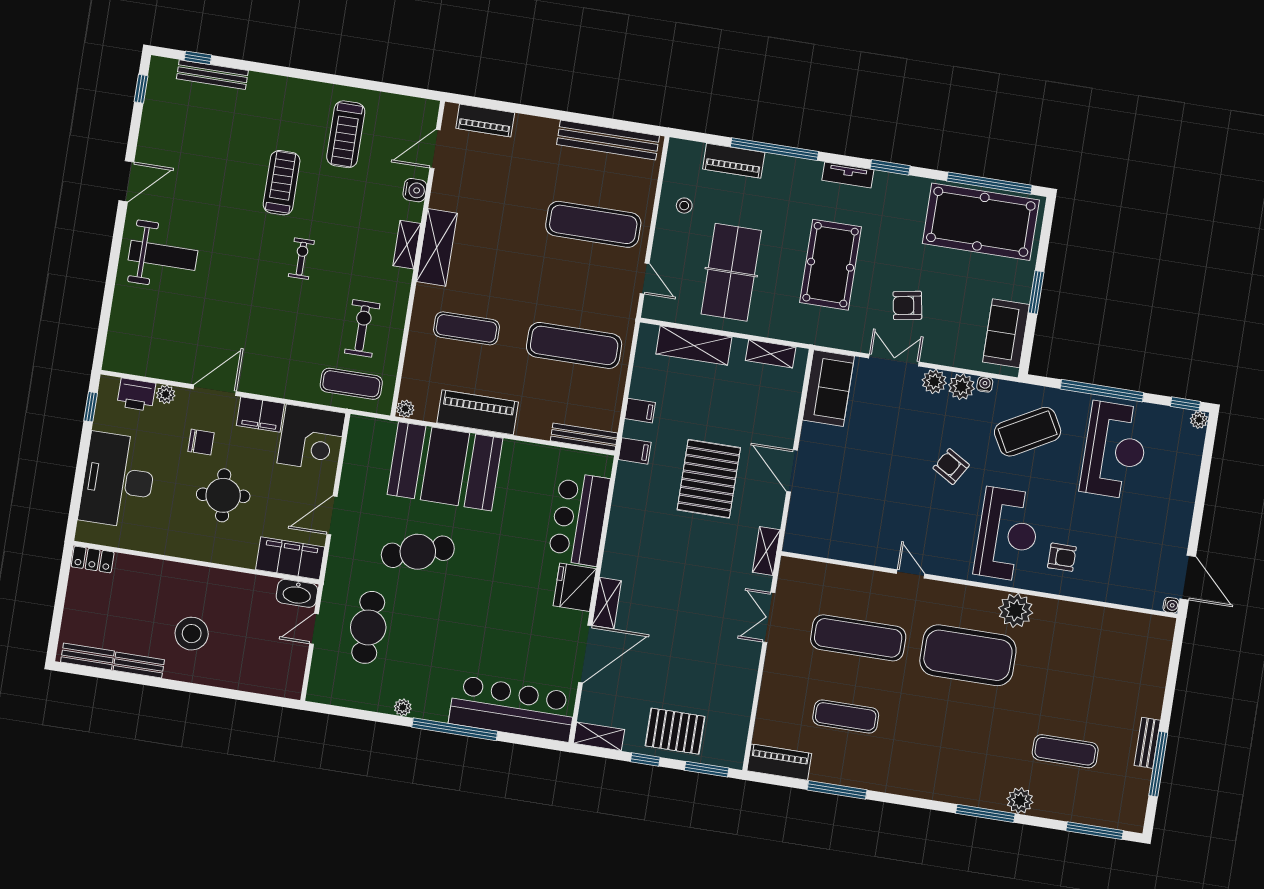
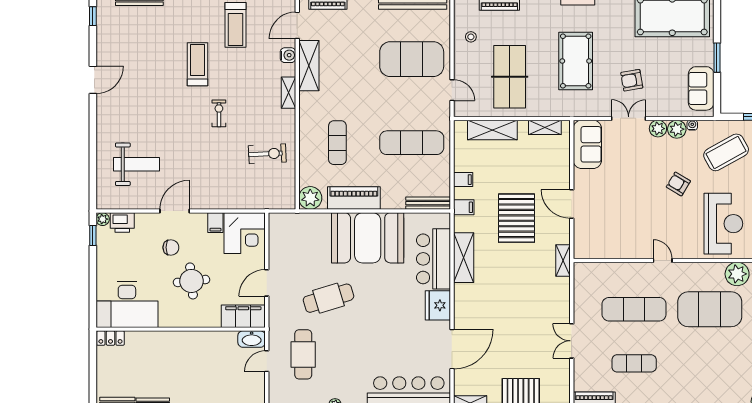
exercise mat: (593, 224) -> (412, 59), width x1.47
shelving: (437, 247) -> (309, 66), moved
weight bench: (163, 255) -> (137, 164), moved
exercise bike: (362, 328) -> (267, 154), turned 87
exercise mat: (467, 328) -> (337, 143), turned 90
exercise mat: (351, 384) -> (266, 192), removed
plant: (166, 394) -> (103, 219), moved
plant: (405, 409) -> (310, 198), width x1.88, depth x1.88
filing cabinet: (260, 415) -> (215, 223), width x0.50
booth: (445, 466) -> (368, 238), moved
desk: (118, 480) -> (127, 304), moved, turned -90
shelving: (607, 603) -> (464, 258), moved, width x1.50, depth x1.33
double door: (769, 617) -> (572, 341), moved
stool: (192, 634) -> (185, 377), removed

